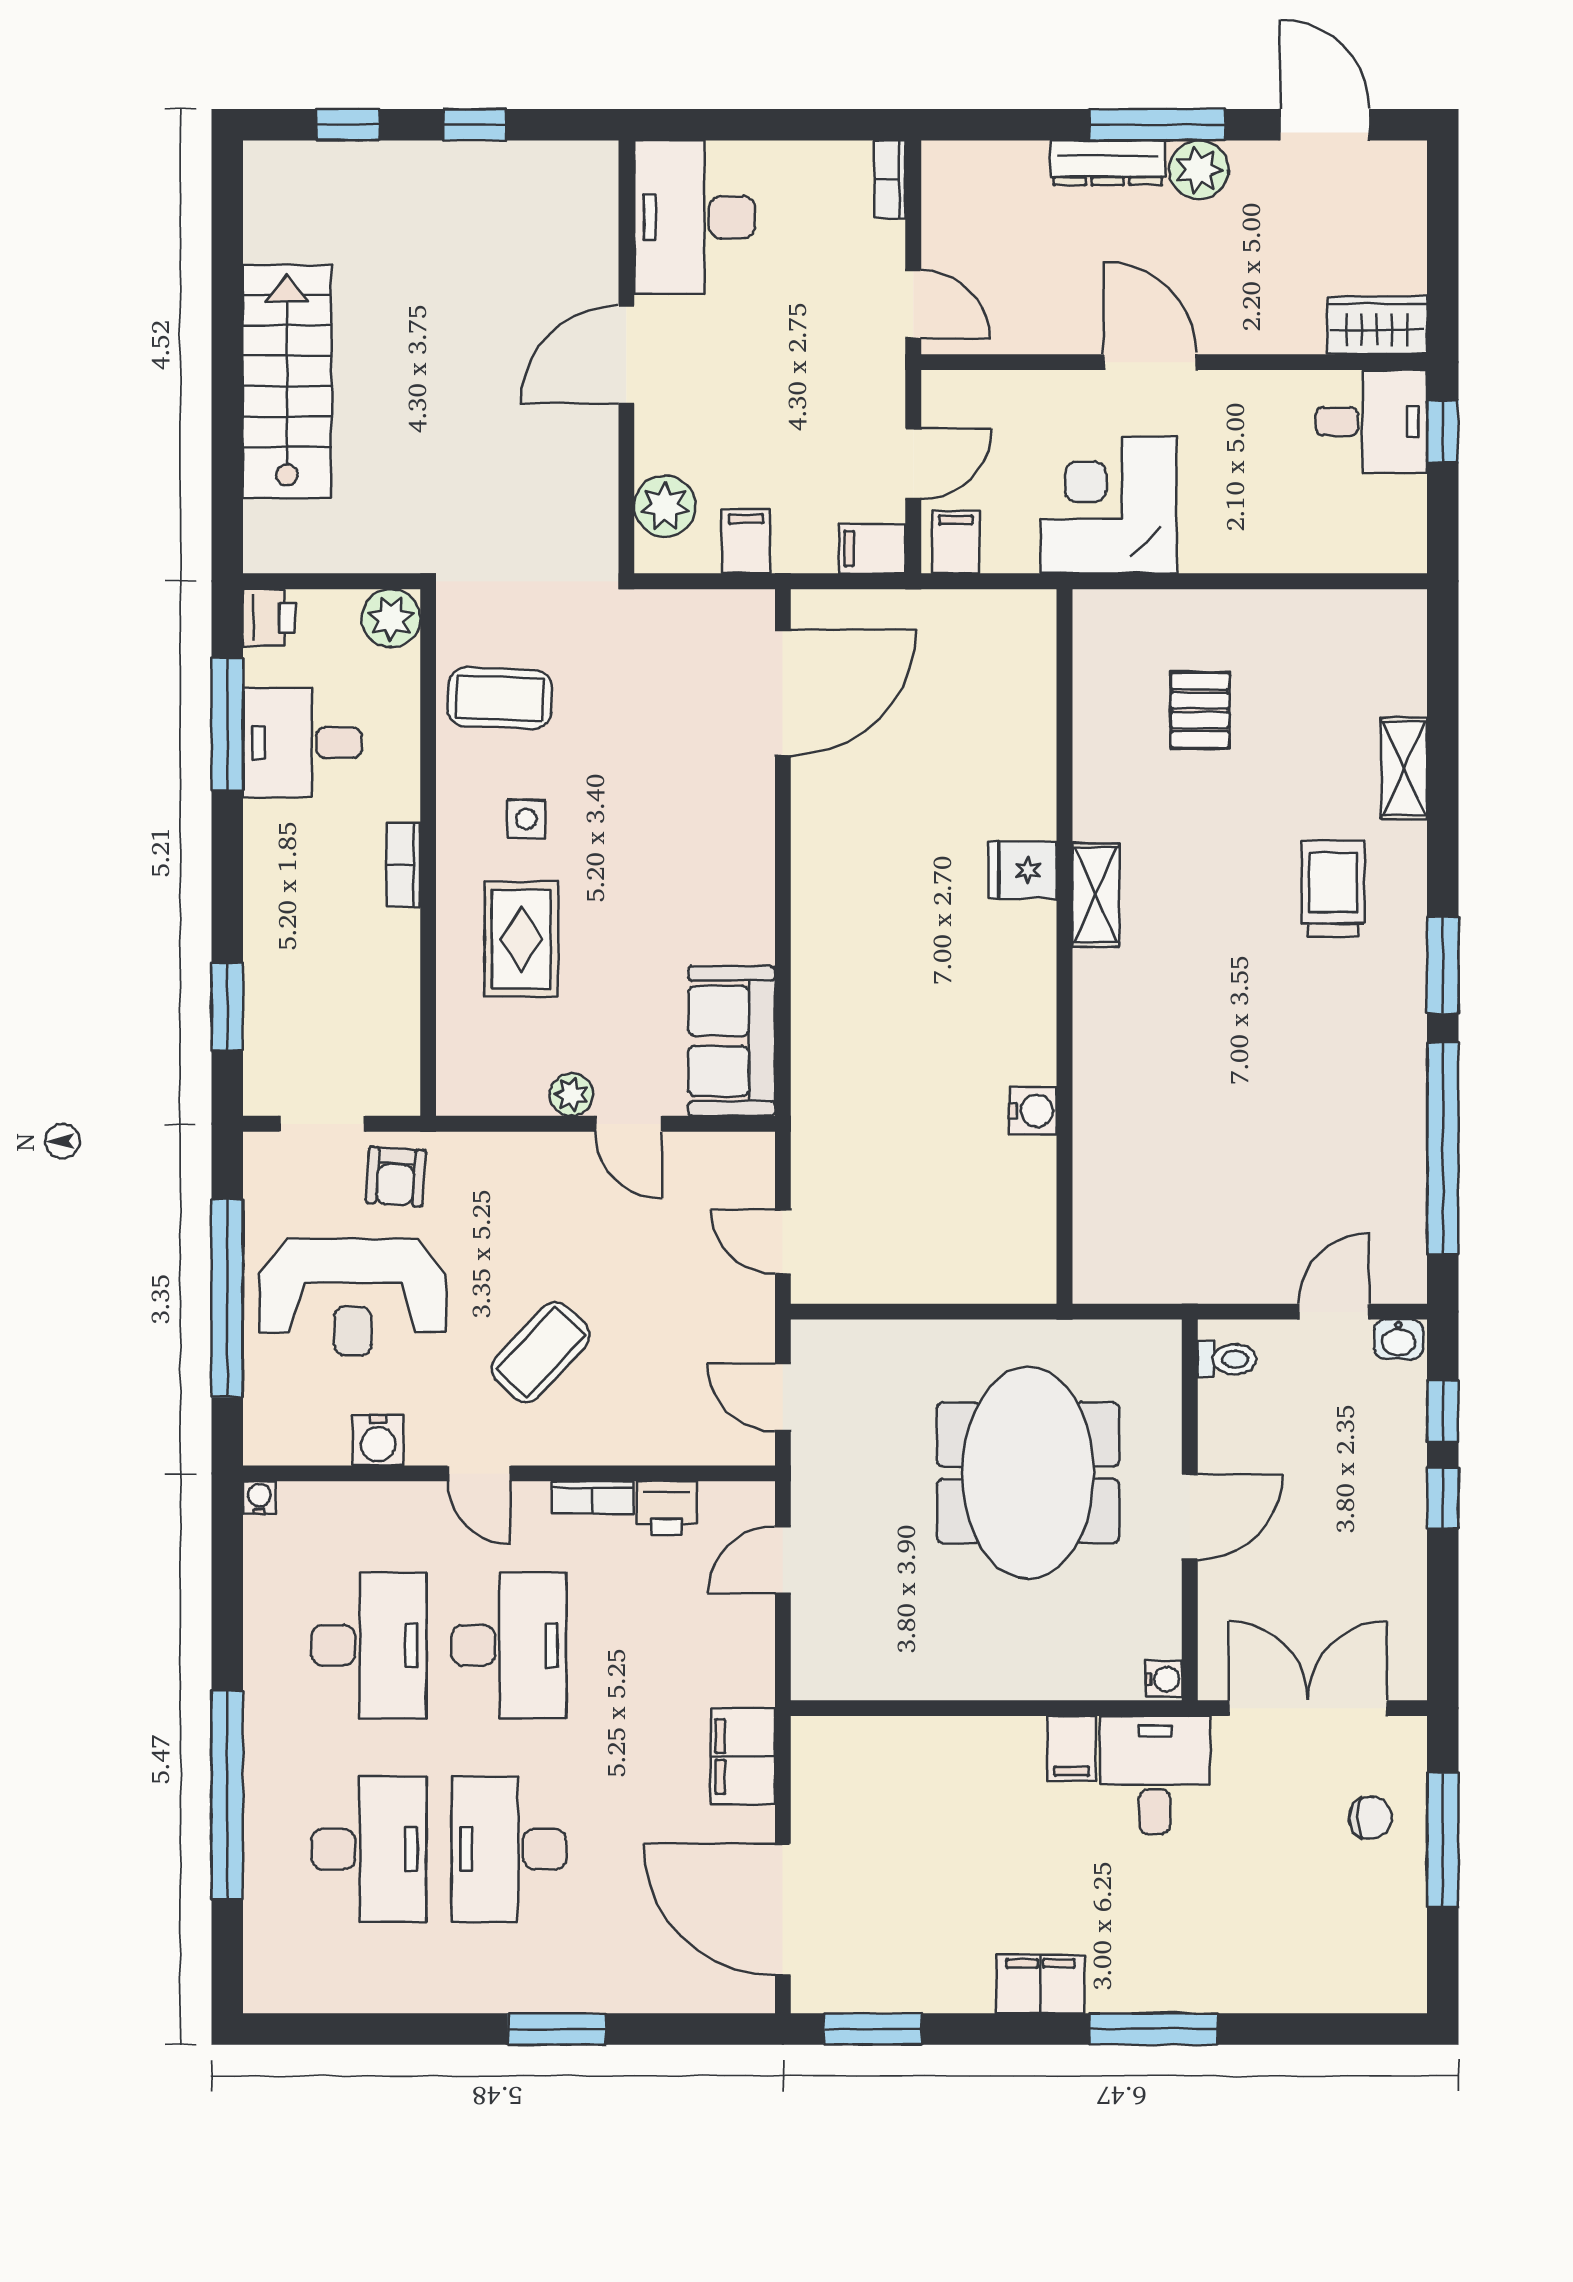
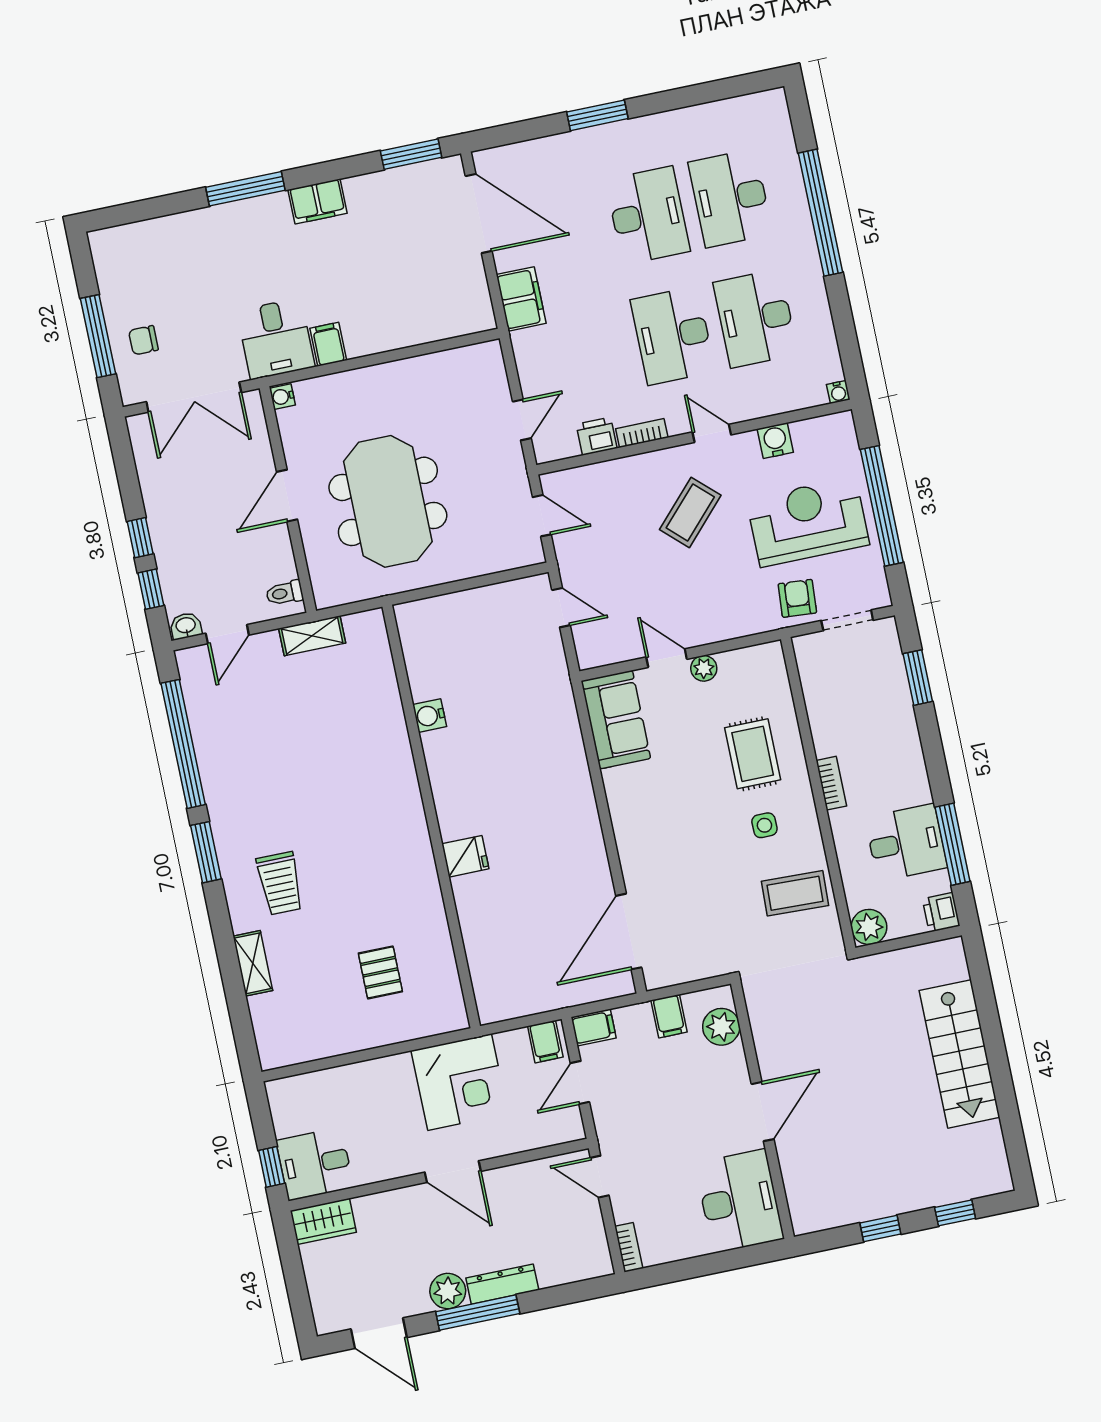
shelving: (1096, 895) -> (312, 636), moved, turned 90

